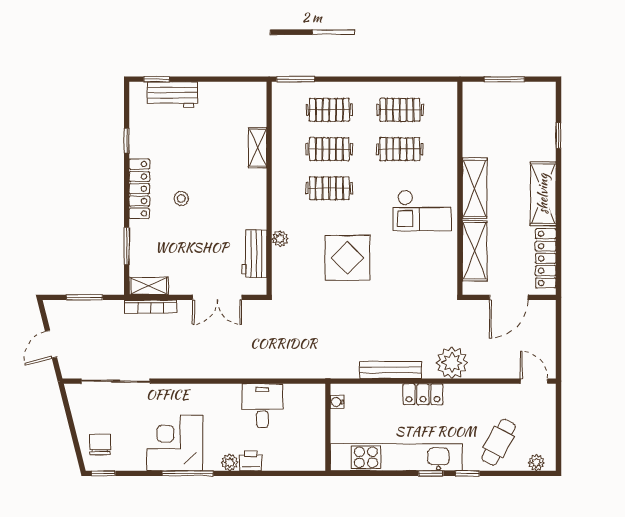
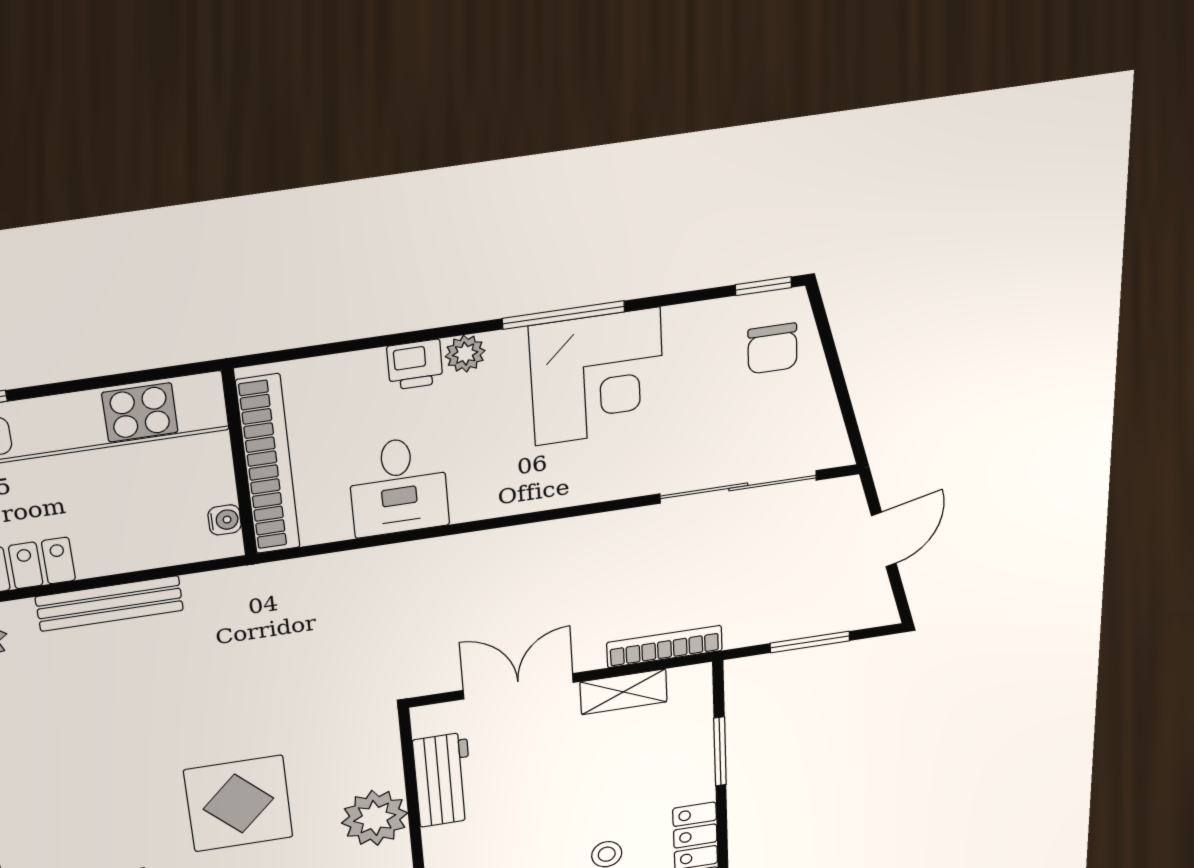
plant: (280, 239) -> (375, 818), width x1.88, depth x1.88
shelving: (149, 286) -> (624, 692), moved
bookcase: (316, 425) -> (268, 465), added

